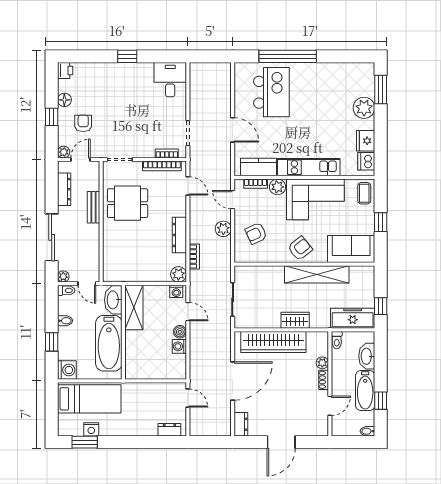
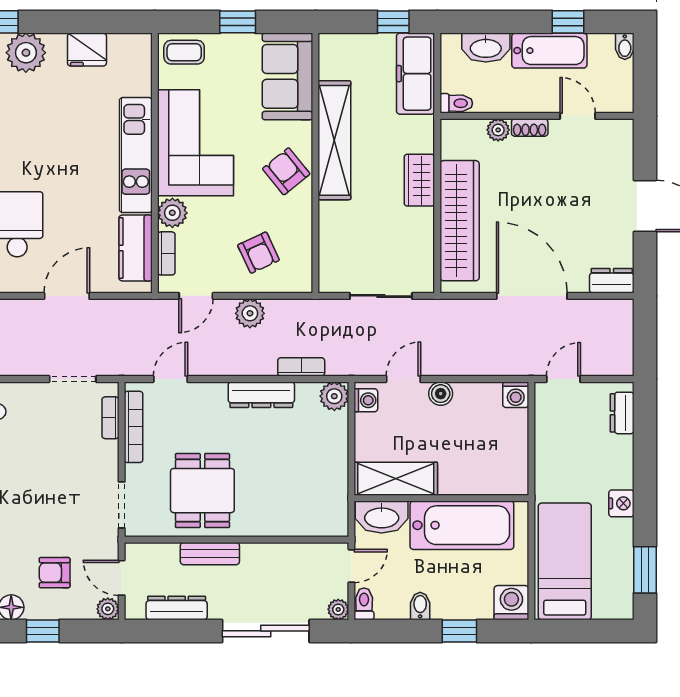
dishwasher: (366, 161) -> (125, 48), removed
washing machine: (179, 346) -> (516, 395), moved
nightstand: (91, 429) -> (621, 503), moved

